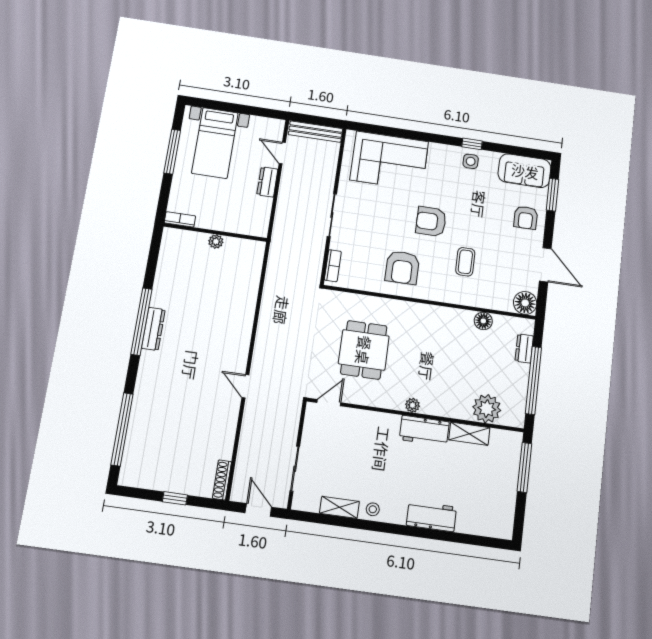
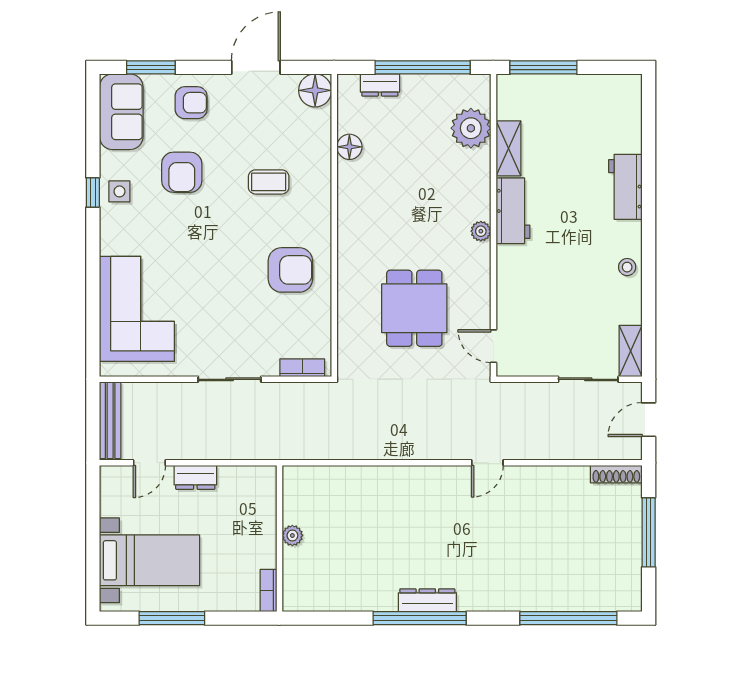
armchair: (431, 221) -> (182, 172), moved
dining table: (364, 350) -> (414, 308), turned 90
window: (175, 498) -> (649, 532), width x2.17
shelving: (339, 507) -> (631, 351), moved

